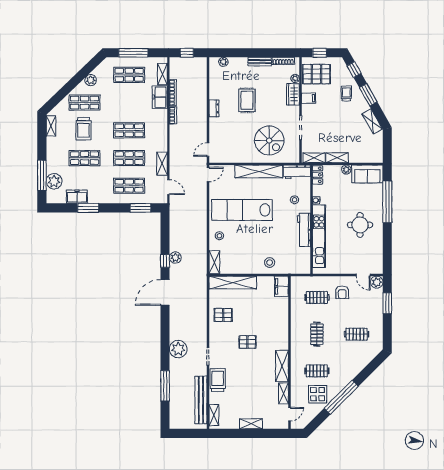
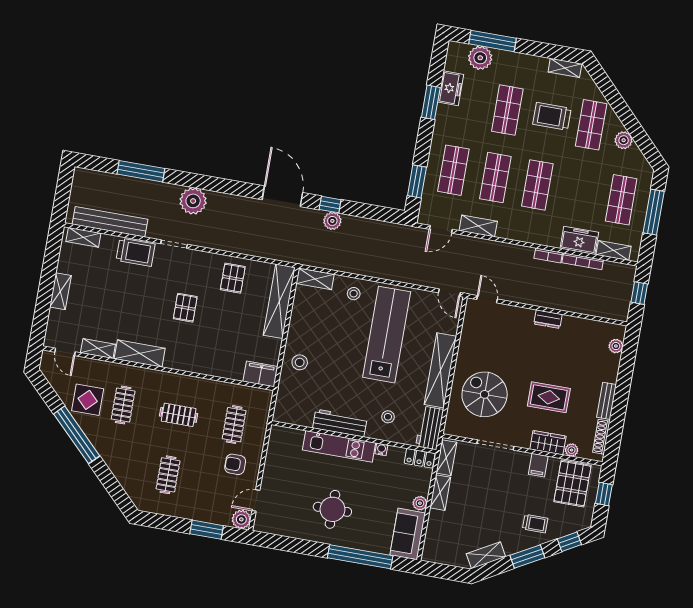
rug: (247, 100) -> (549, 397), moved
spiral stairs: (269, 140) -> (485, 394), turned 90
kitchen unit: (319, 236) -> (339, 446), width x0.73

